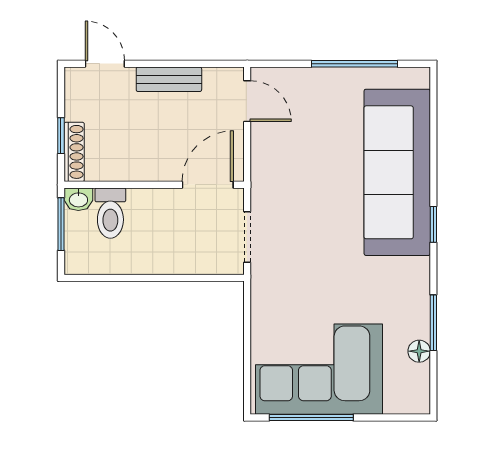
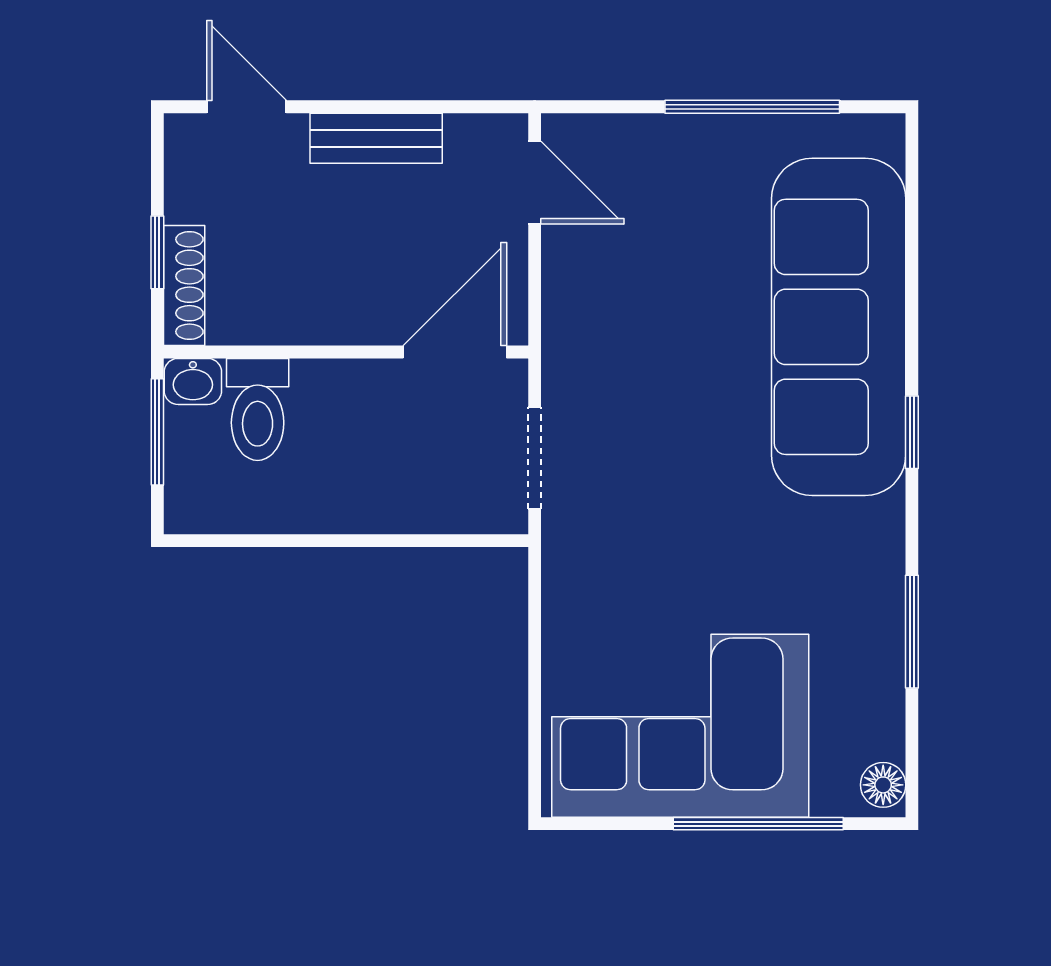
floor lamp: (419, 351) -> (883, 785), moved
window: (311, 418) -> (758, 824), moved

